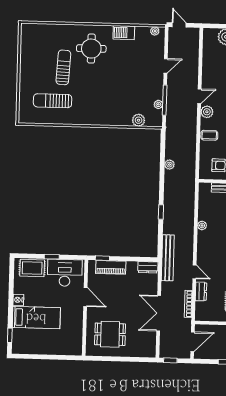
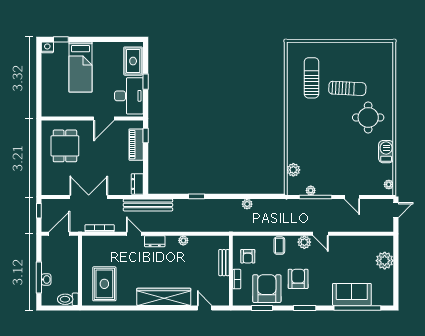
door: (194, 272) -> (134, 234), swing flipped
dresser: (201, 291) -> (155, 241), moved
nightstand: (18, 300) -> (47, 47), moved
door: (193, 342) -> (59, 234), swing flipped

